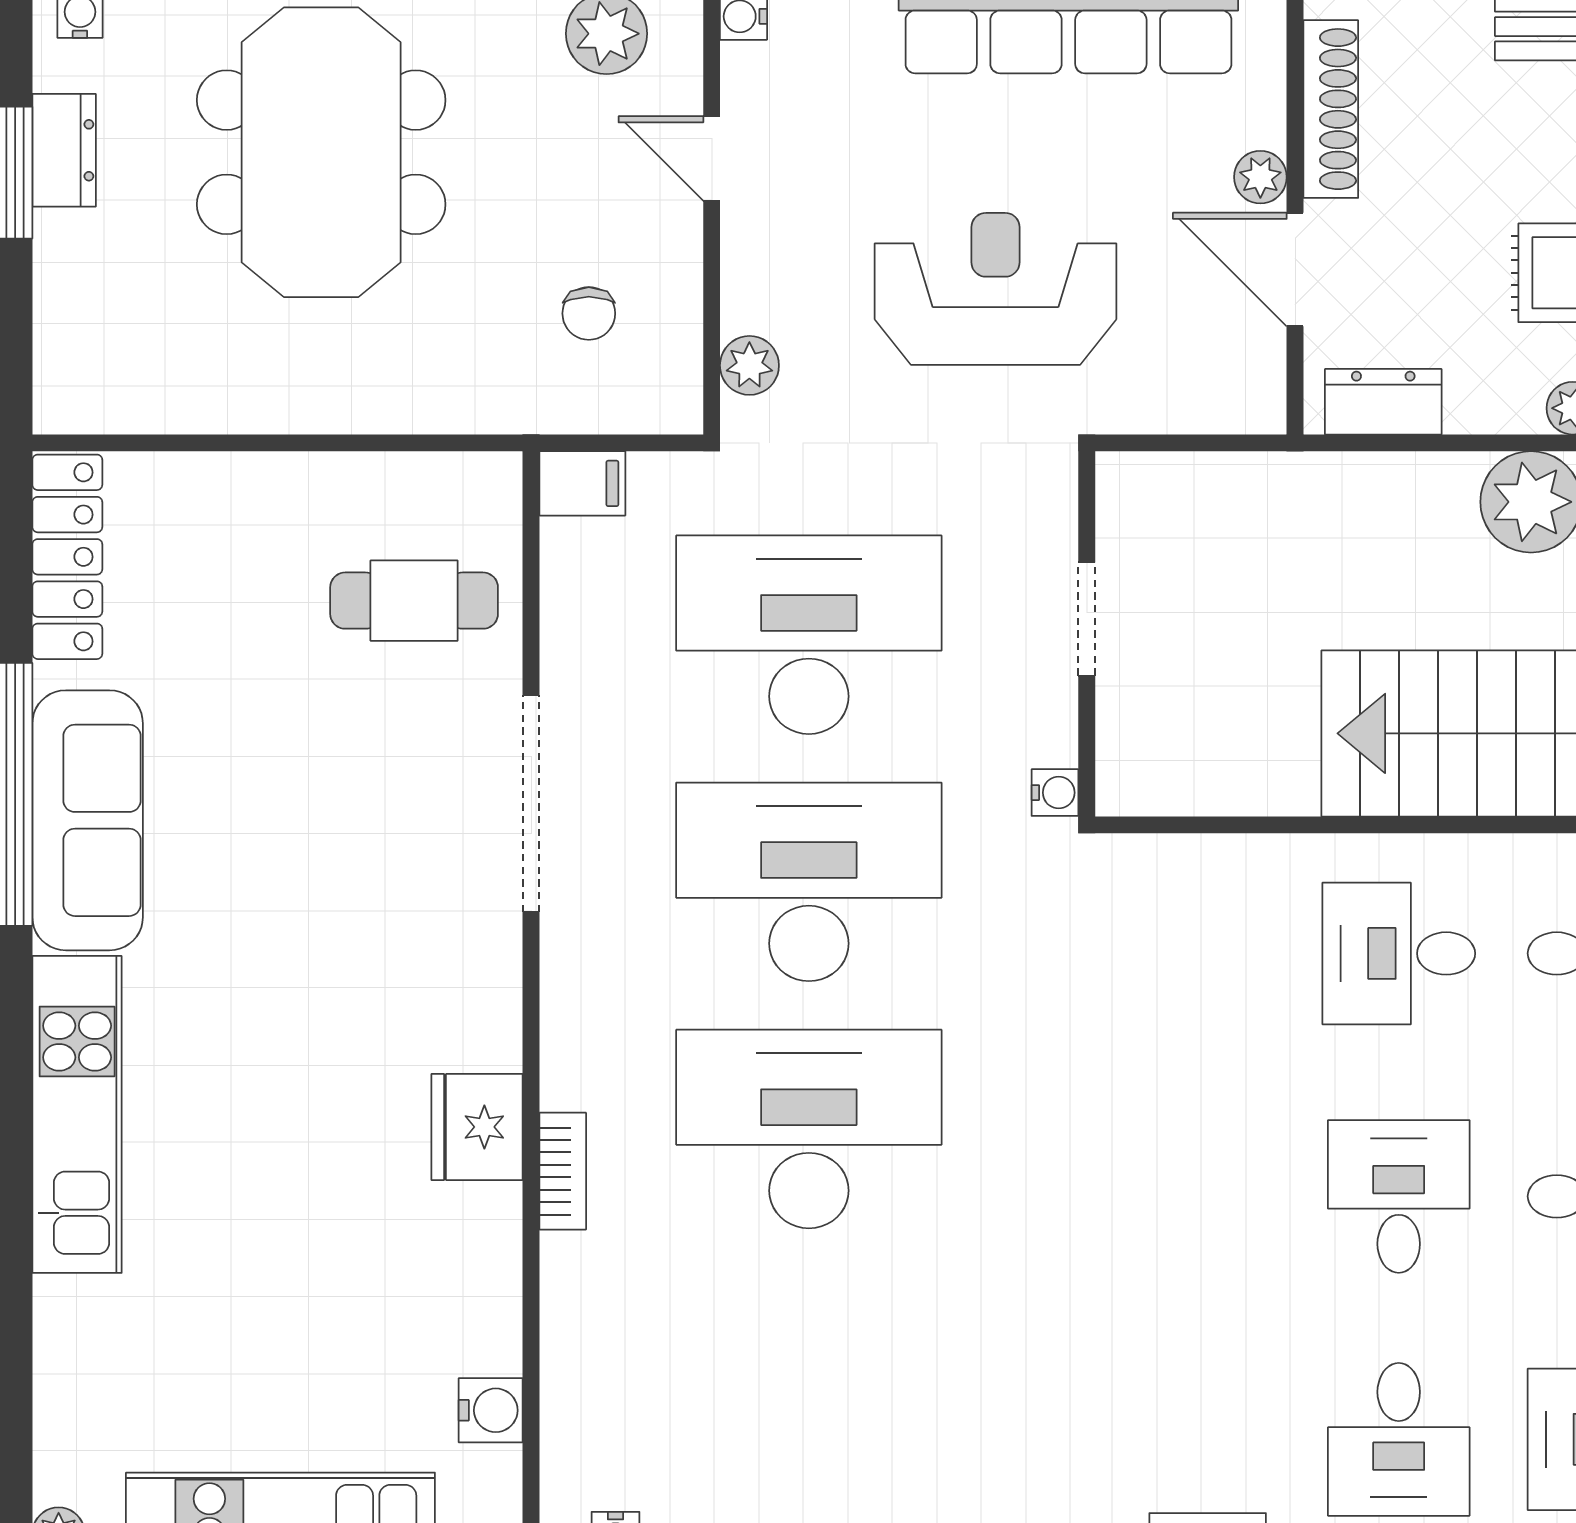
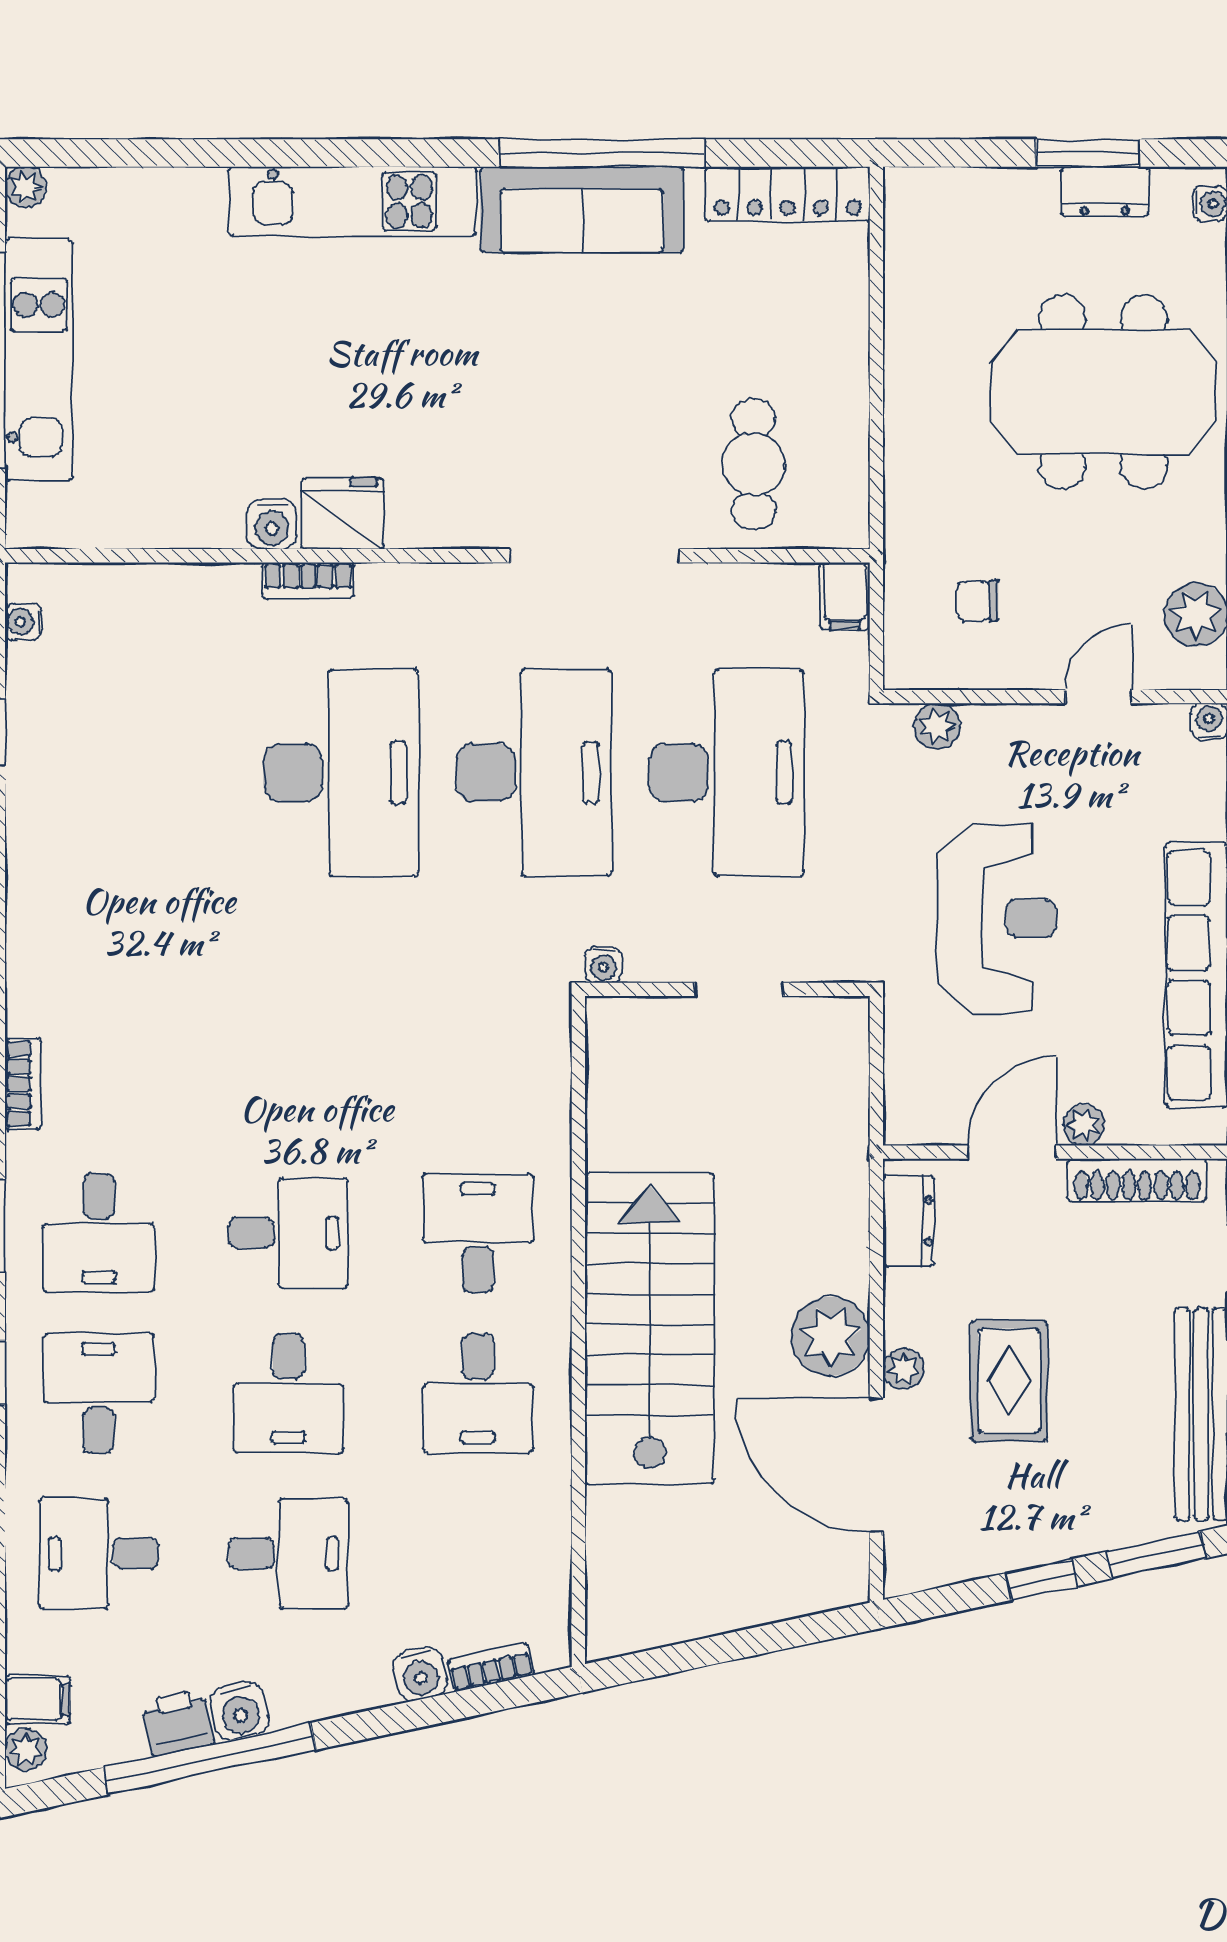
water cooler: (491, 1410) -> (272, 524), moved
desk: (1399, 1439) -> (99, 1233), turned -90

